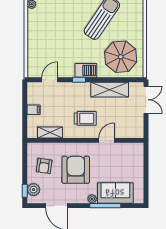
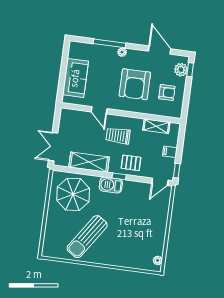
door: (50, 80) -> (160, 182), moved
window: (25, 92) -> (177, 171), added
pallet: (69, 94) -> (131, 163), added
door: (107, 140) -> (99, 110), hinge flipped
armchair: (44, 166) -> (167, 92), turned 82
sofa: (115, 193) -> (75, 78), moved, turned -90

